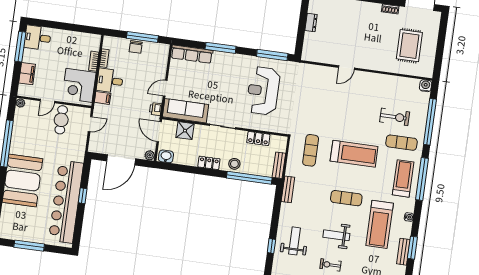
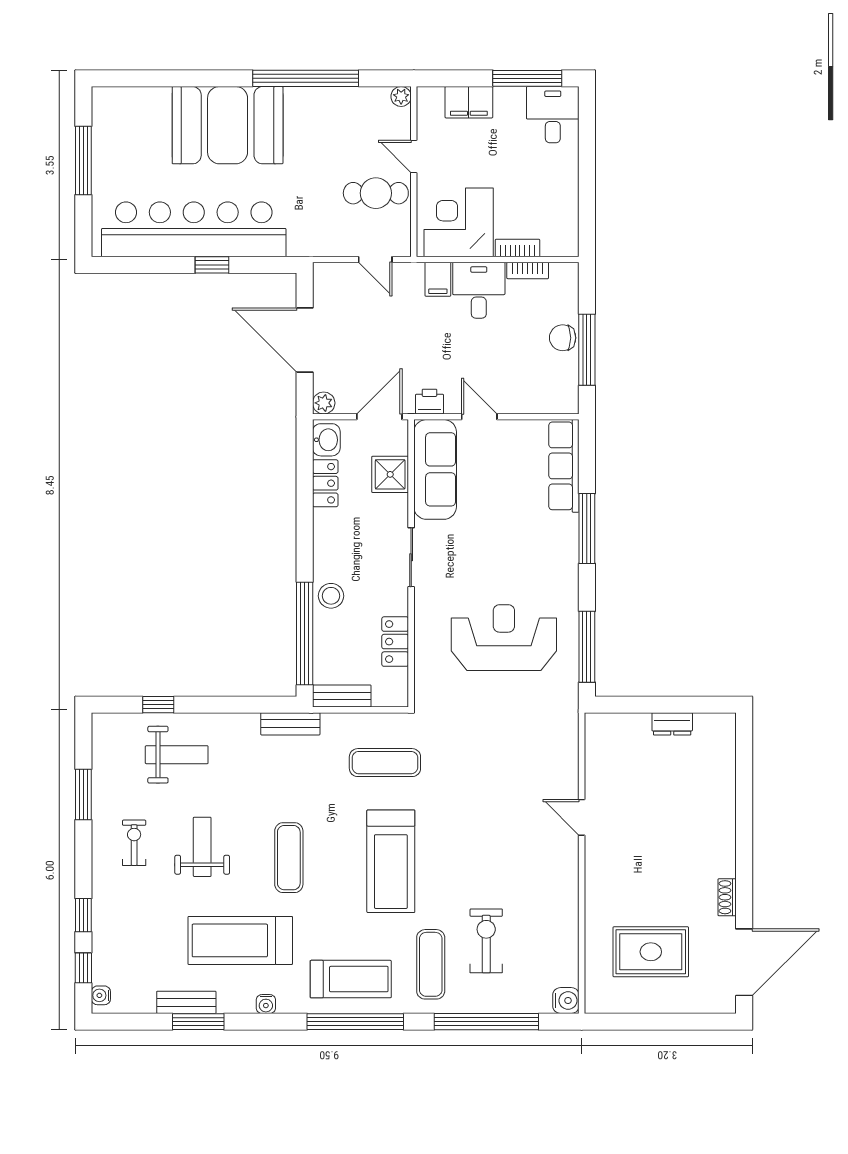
exercise bike: (395, 117) -> (486, 941), turned 180
locker: (209, 163) -> (325, 483), moved

